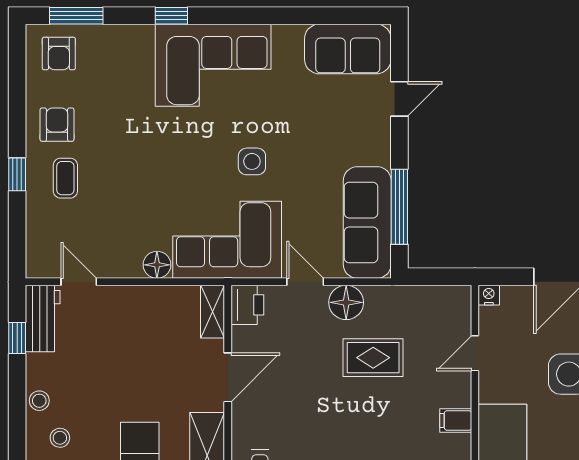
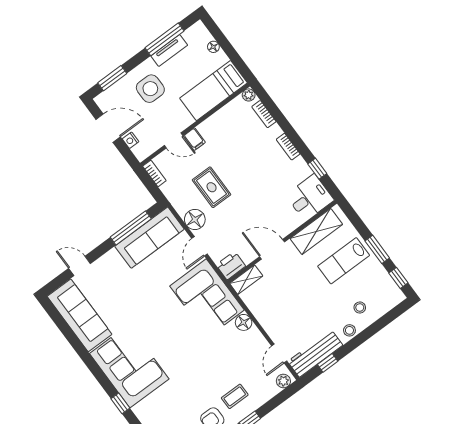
sofa: (348, 49) -> (80, 315), width x1.36
side table: (252, 161) -> (161, 314), removed
plant: (37, 260) -> (283, 381), added
bookcase: (450, 294) -> (154, 173), added
nightstand: (489, 295) -> (131, 140), moved
workbench: (43, 318) -> (315, 353), width x1.37
filing cabinet: (456, 421) -> (194, 139), moved

